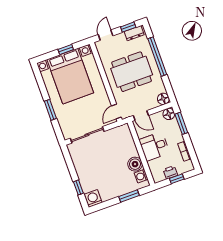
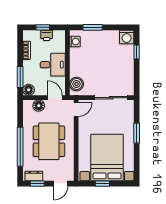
dining table: (132, 72) -> (49, 141), turned 90
floor lamp: (163, 99) -> (39, 106), moved
boiler: (135, 164) -> (76, 84), moved

